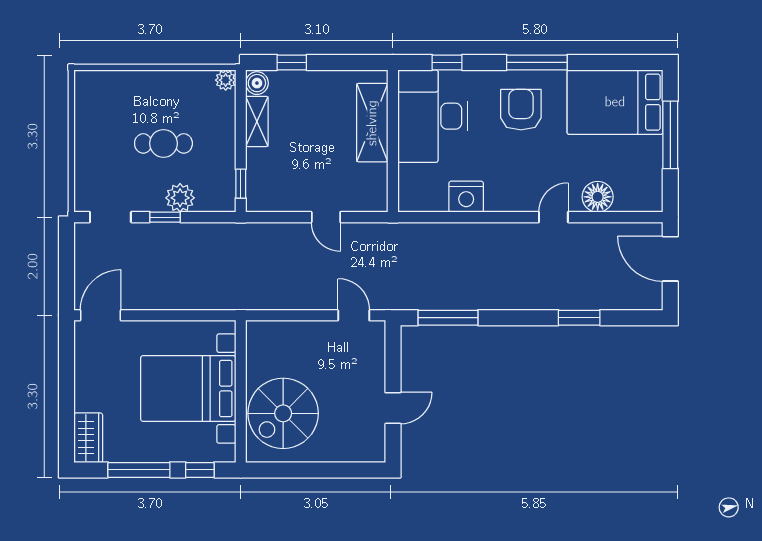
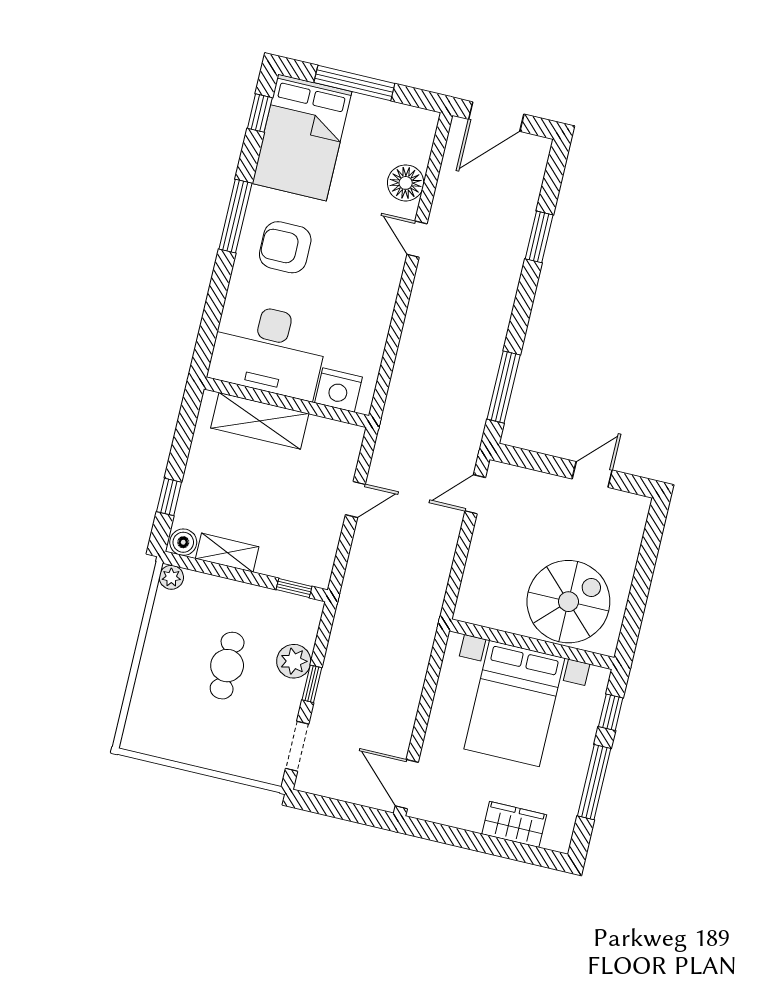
window: (447, 62) -> (260, 113), moved
nightstand: (466, 197) -> (339, 390), moved, turned 90
door: (393, 408) -> (592, 475), hinge flipped
spiral stairs: (283, 413) -> (568, 602), turned -90
wardrobe: (88, 438) -> (514, 824), moved

